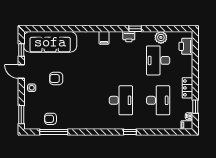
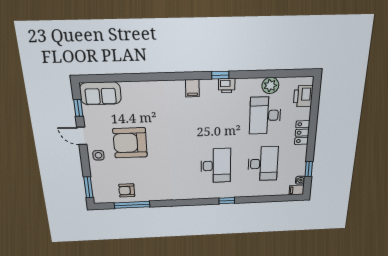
window: (135, 29) -> (220, 75), moved
sofa: (50, 42) -> (100, 93), width x0.54, depth x0.79
armchair: (56, 79) -> (130, 143), width x1.88, depth x1.88
locker: (188, 88) -> (302, 133), moved

